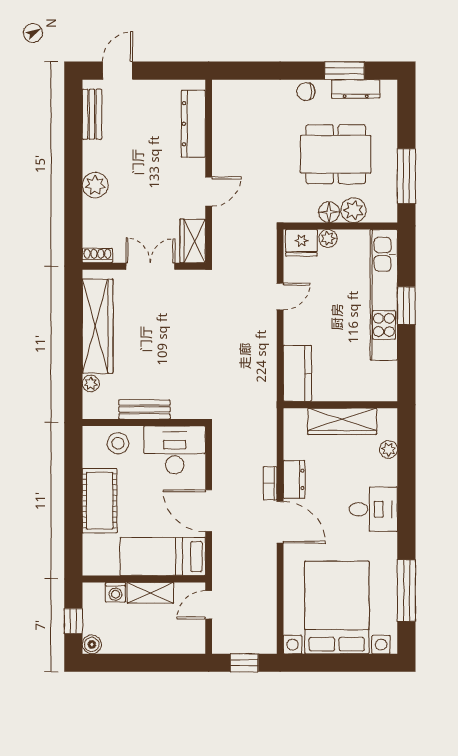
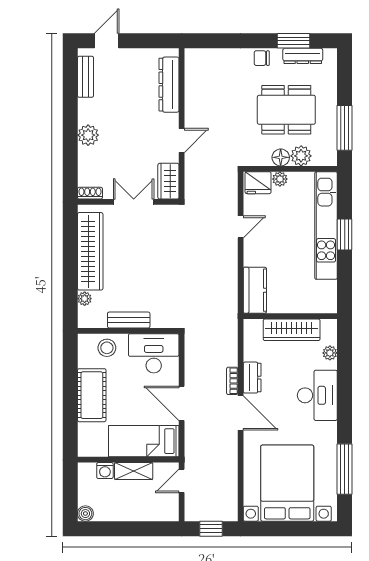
desk: (373, 509) -> (317, 395), width x1.37
window: (73, 621) -> (70, 494), removed

